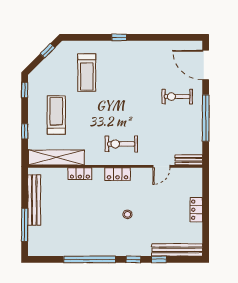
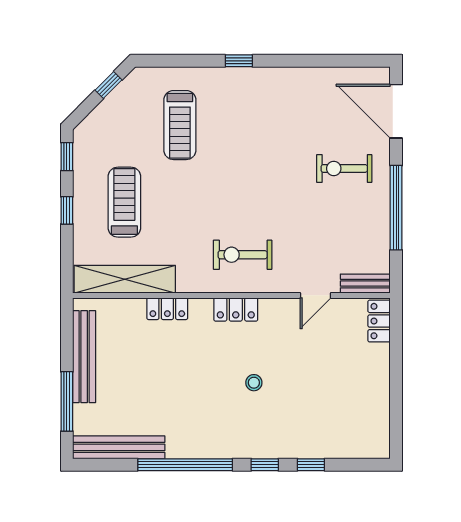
window: (25, 131) -> (67, 210), moved
locker: (196, 210) -> (379, 321), moved
bench: (177, 250) -> (119, 447), moved

